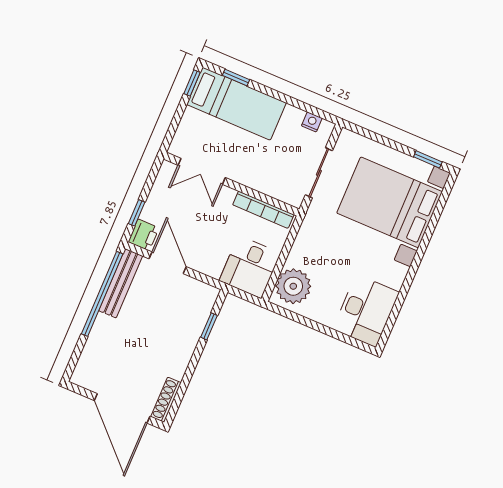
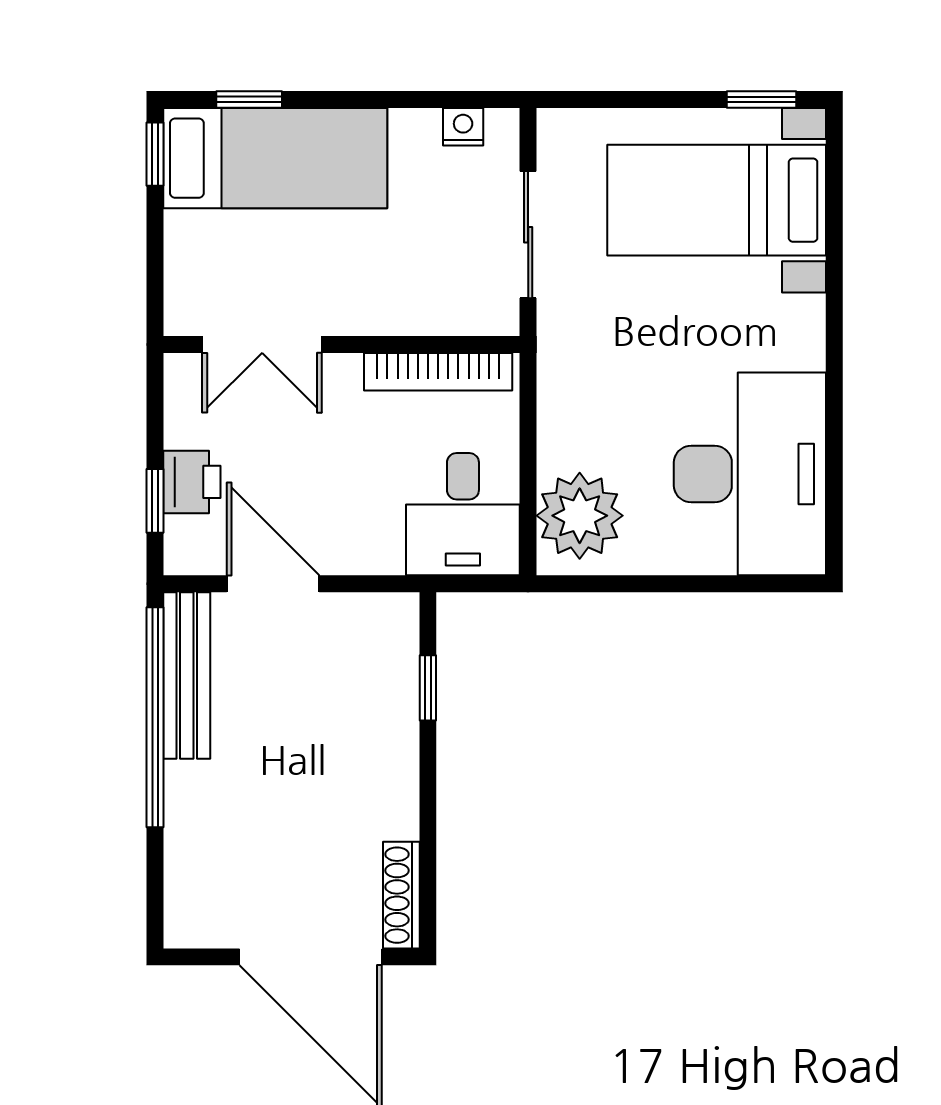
bed with nightstands: (390, 202) -> (717, 200), width x0.73
printer: (144, 235) -> (192, 482), moved
desk: (366, 311) -> (750, 474), width x1.36, depth x1.30

